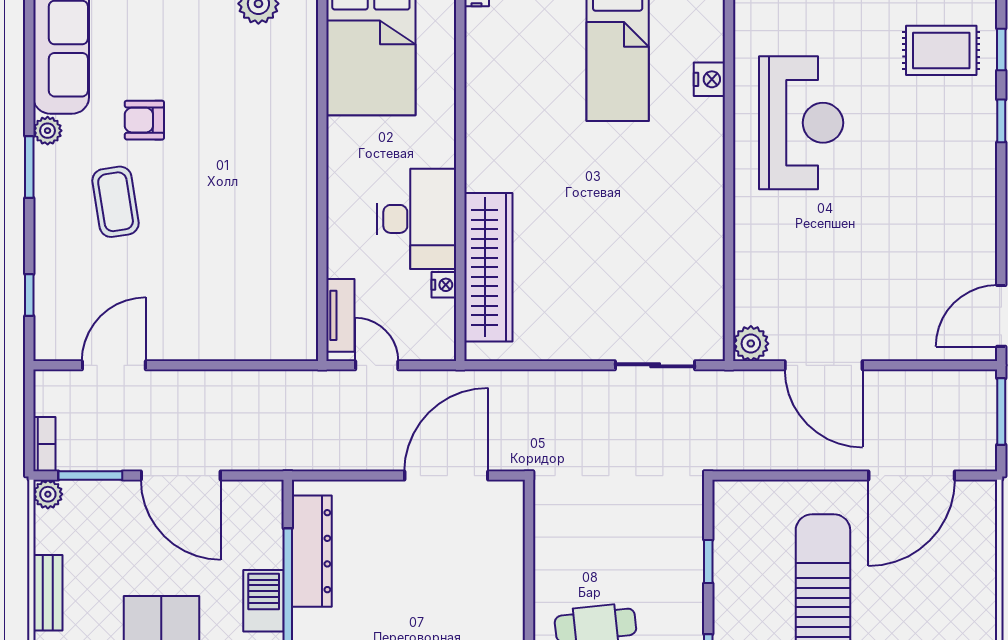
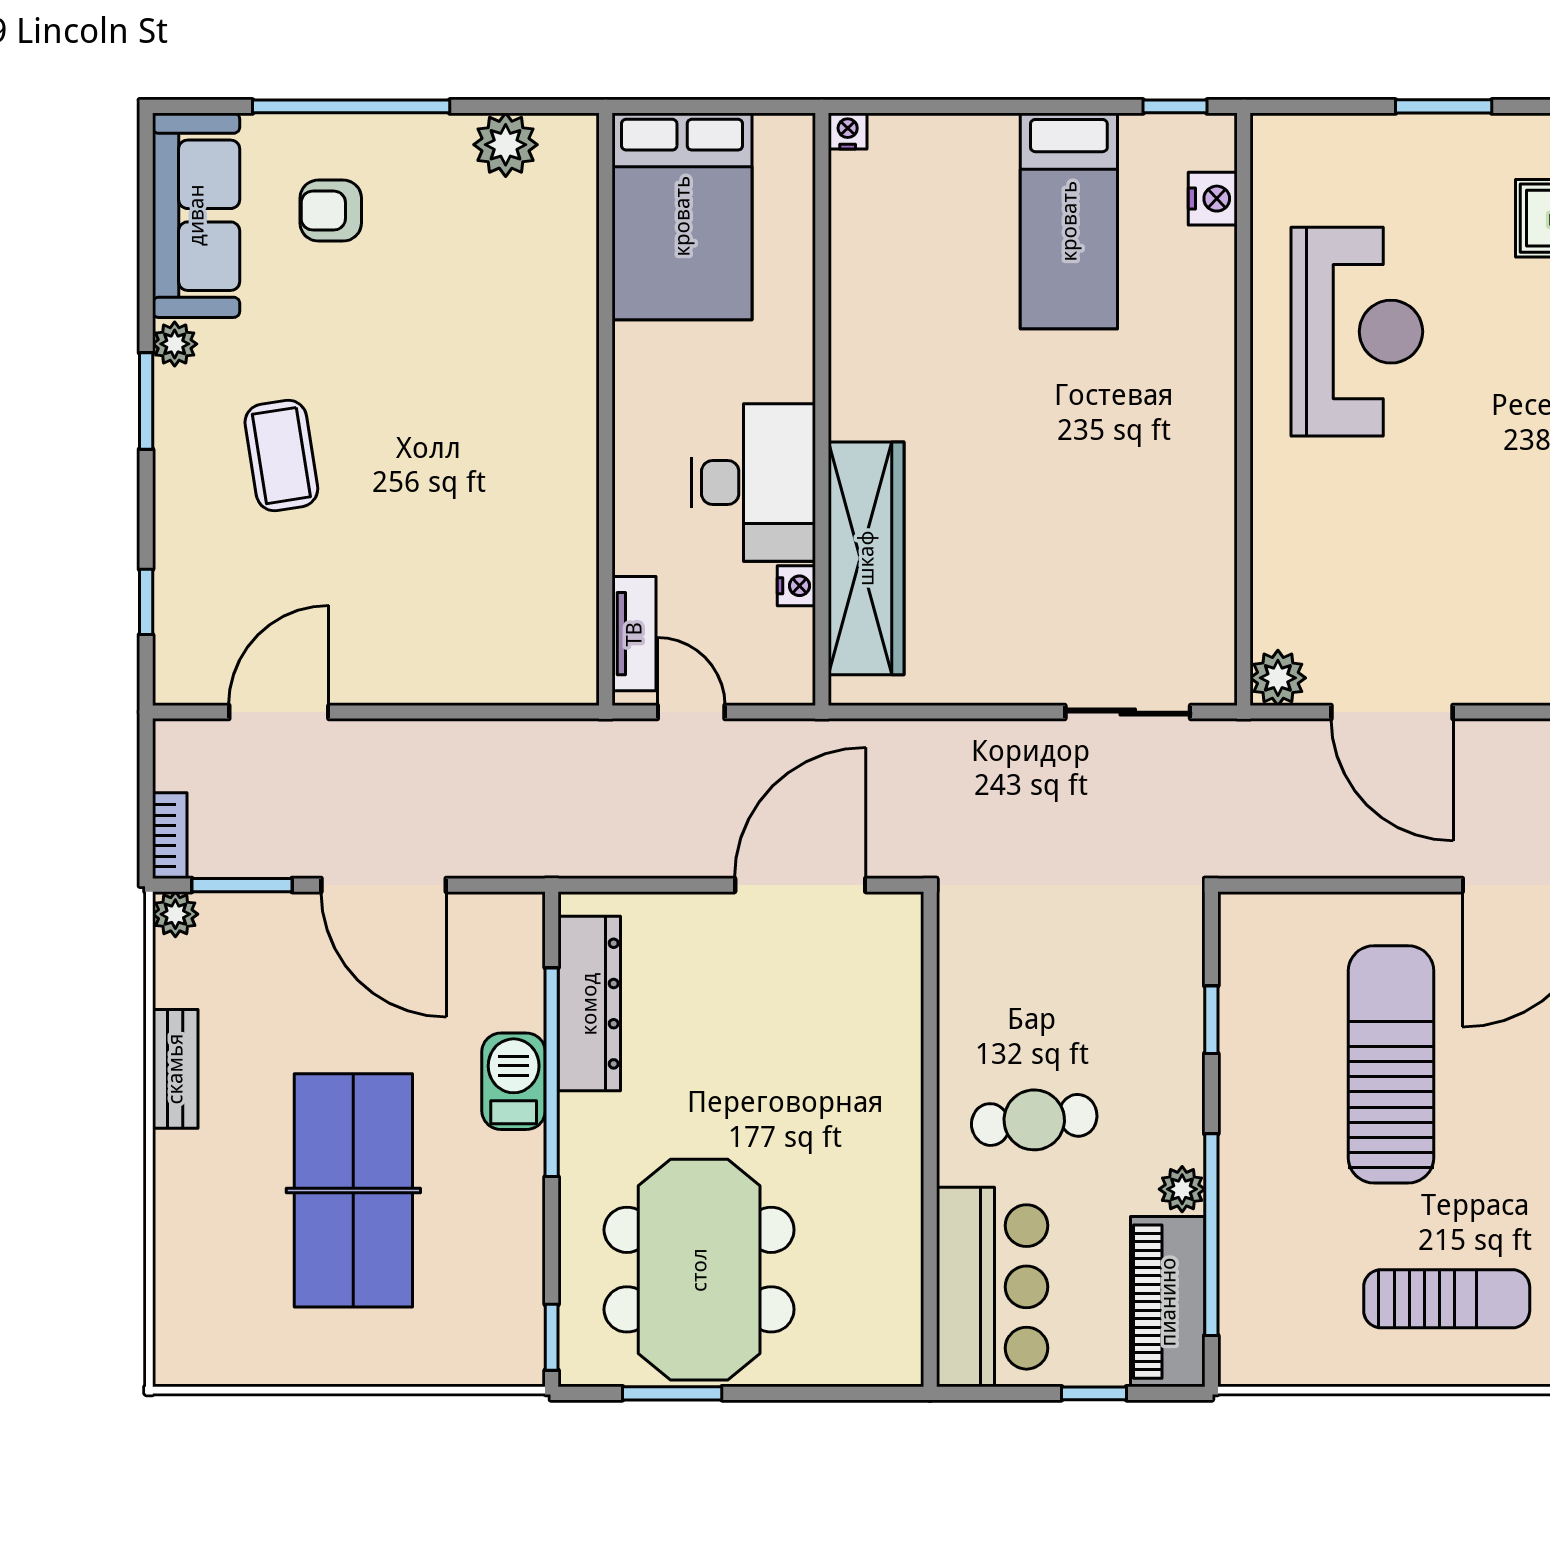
nightstand: (709, 79) -> (1213, 199), moved
armchair: (144, 120) -> (331, 211), moved

